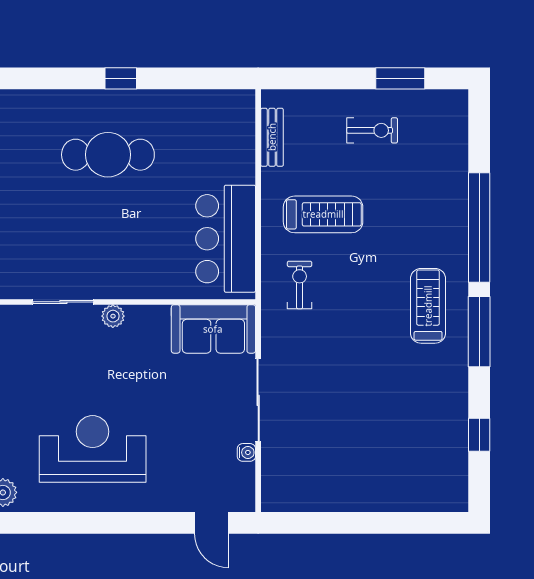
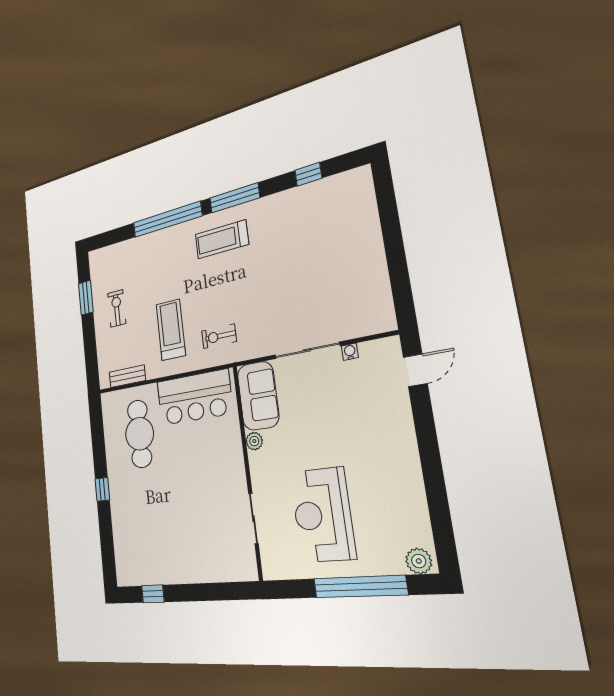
cafe table: (108, 155) -> (140, 434), moved
plant: (113, 316) -> (254, 441), moved
reception desk: (93, 449) -> (322, 515), moved

